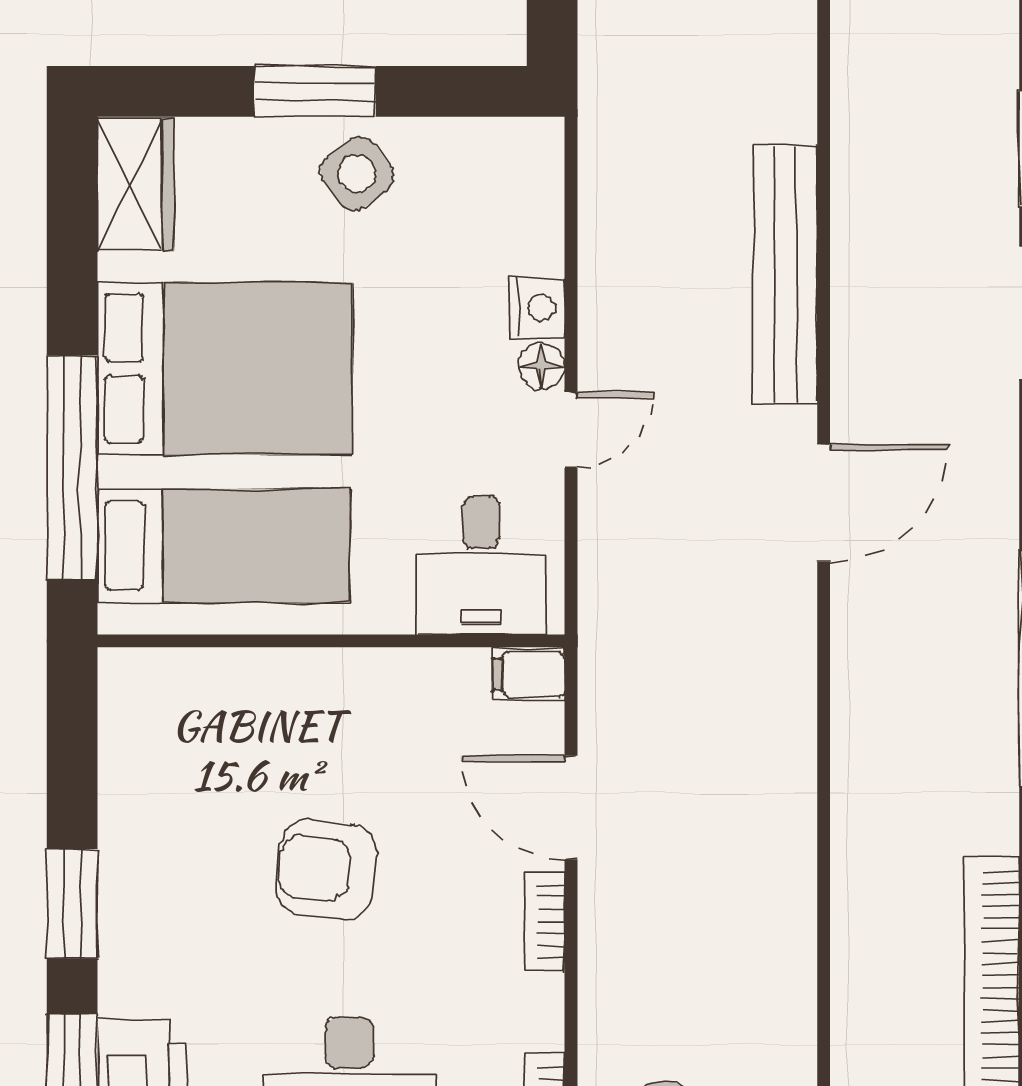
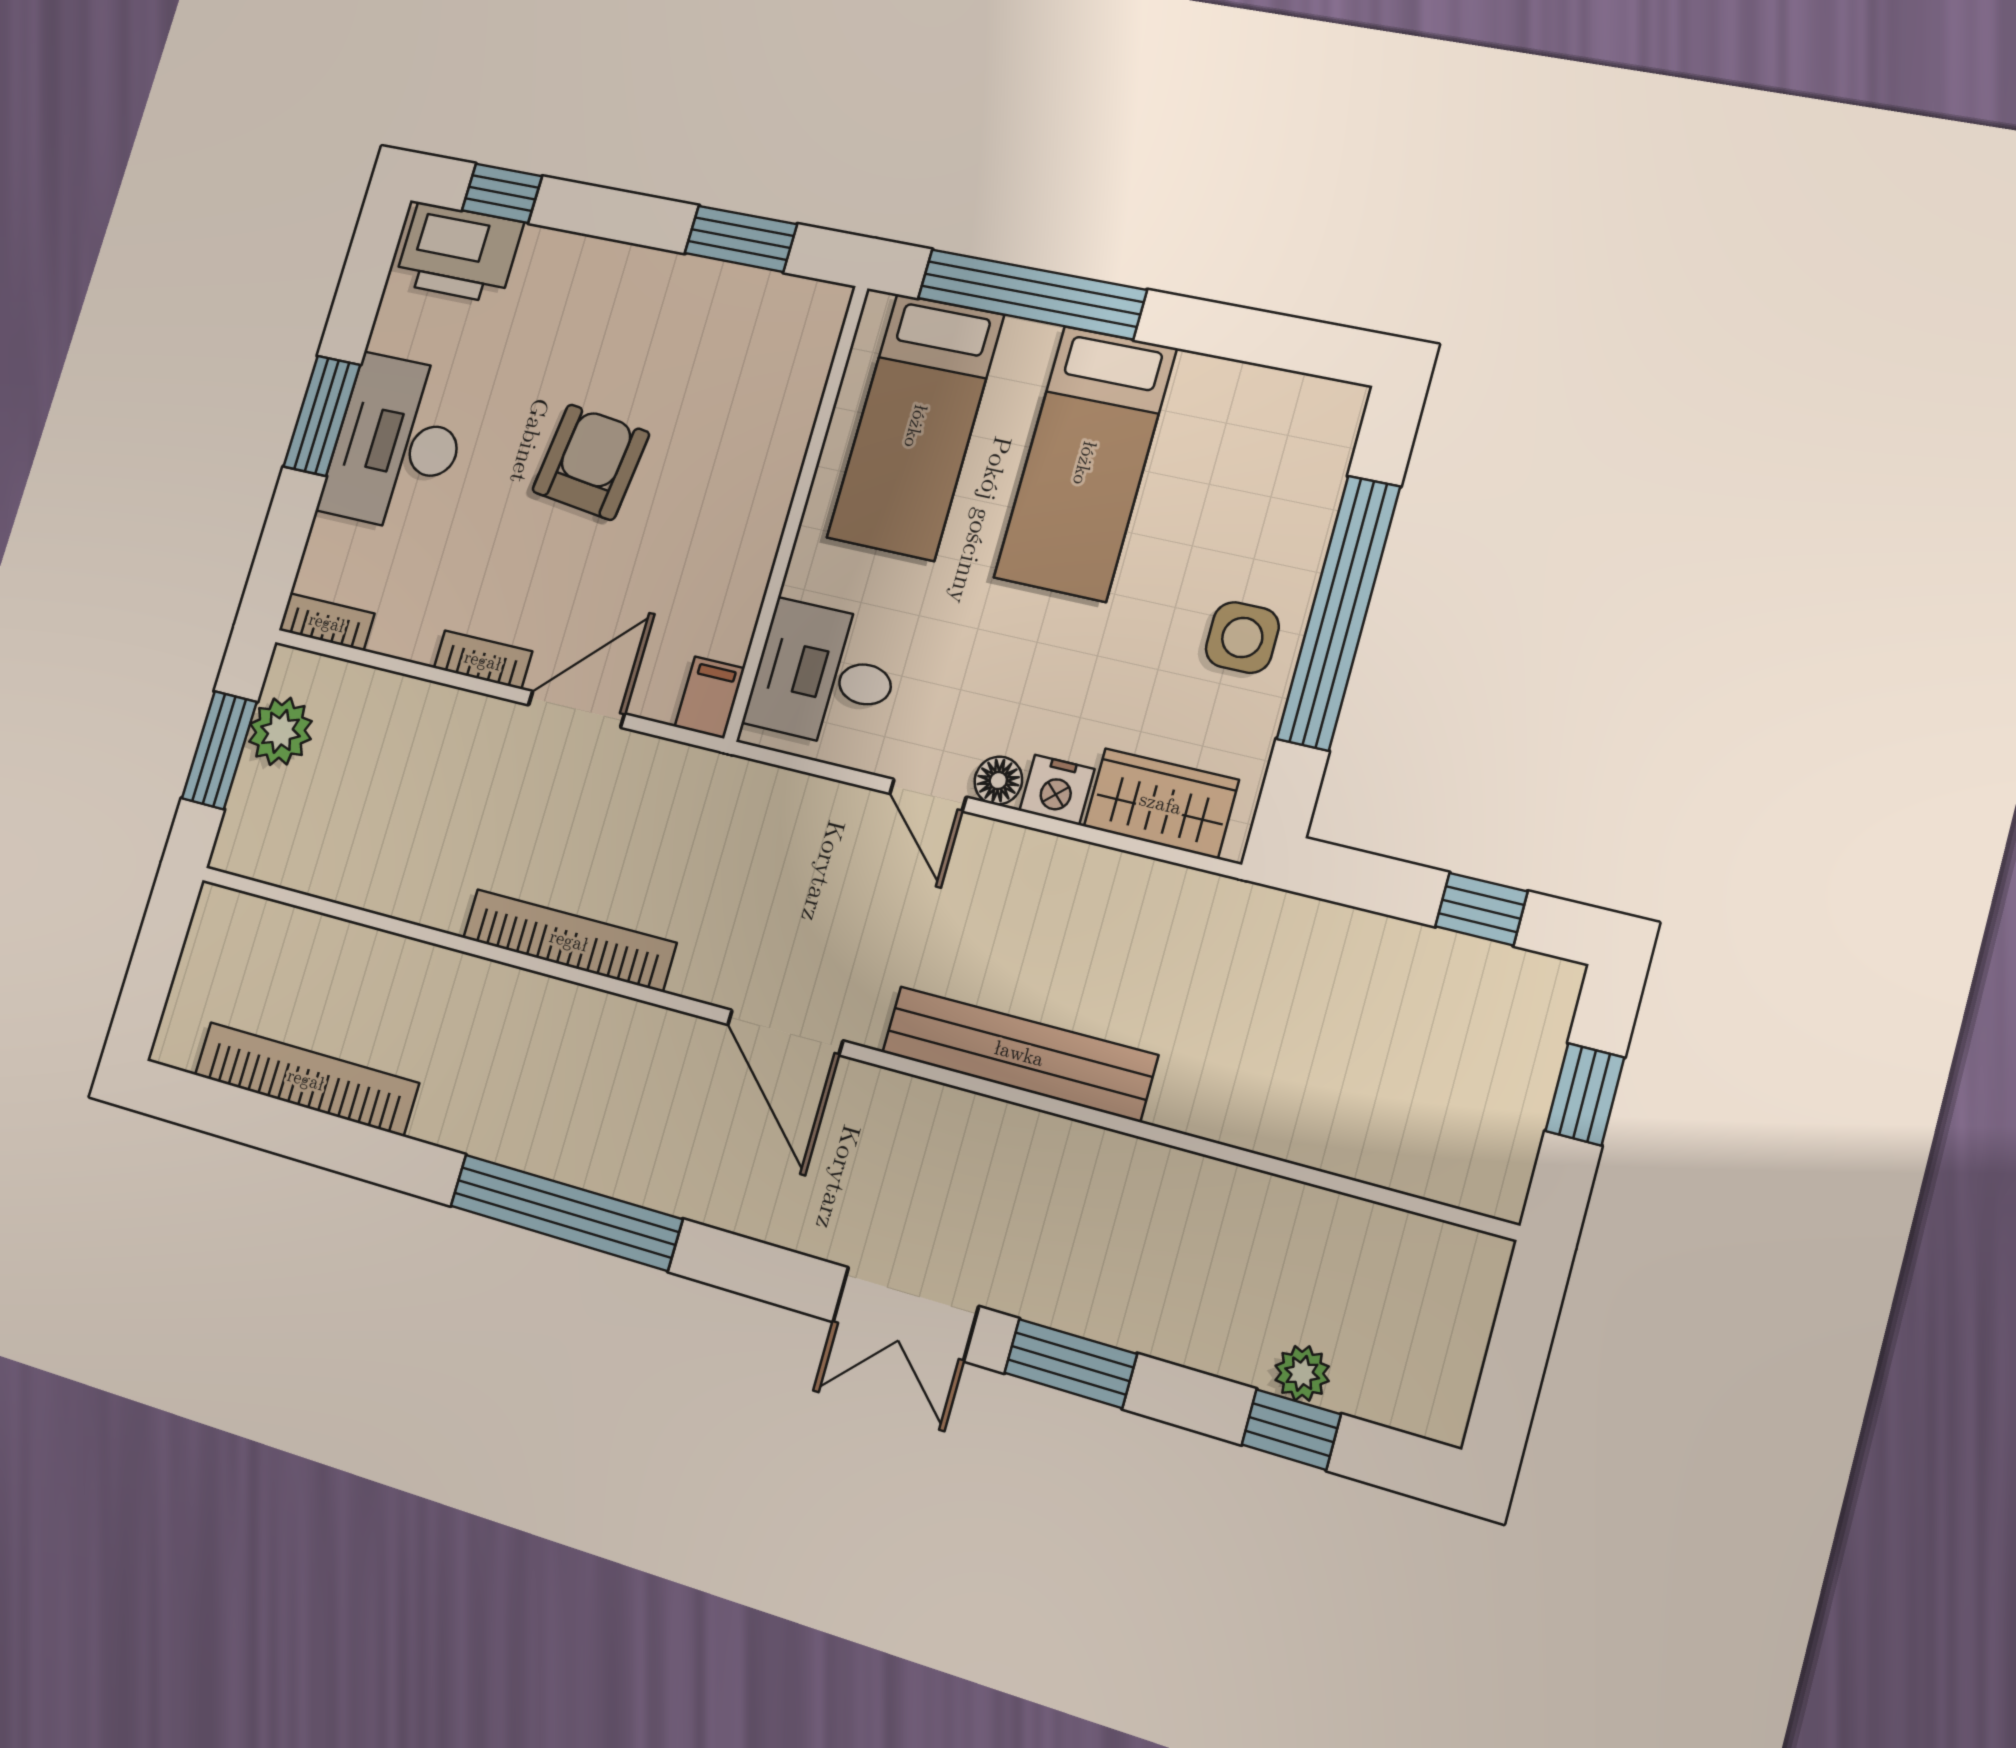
window: (315, 91) -> (1339, 613), width x2.11
side table: (357, 174) -> (1242, 638), turned 35
wardrobe: (136, 184) -> (1161, 803), moved, turned 180
bed: (225, 368) -> (1085, 463), width x0.67
bookcase: (792, 745) -> (569, 940), added
window: (72, 904) -> (741, 239), moved

